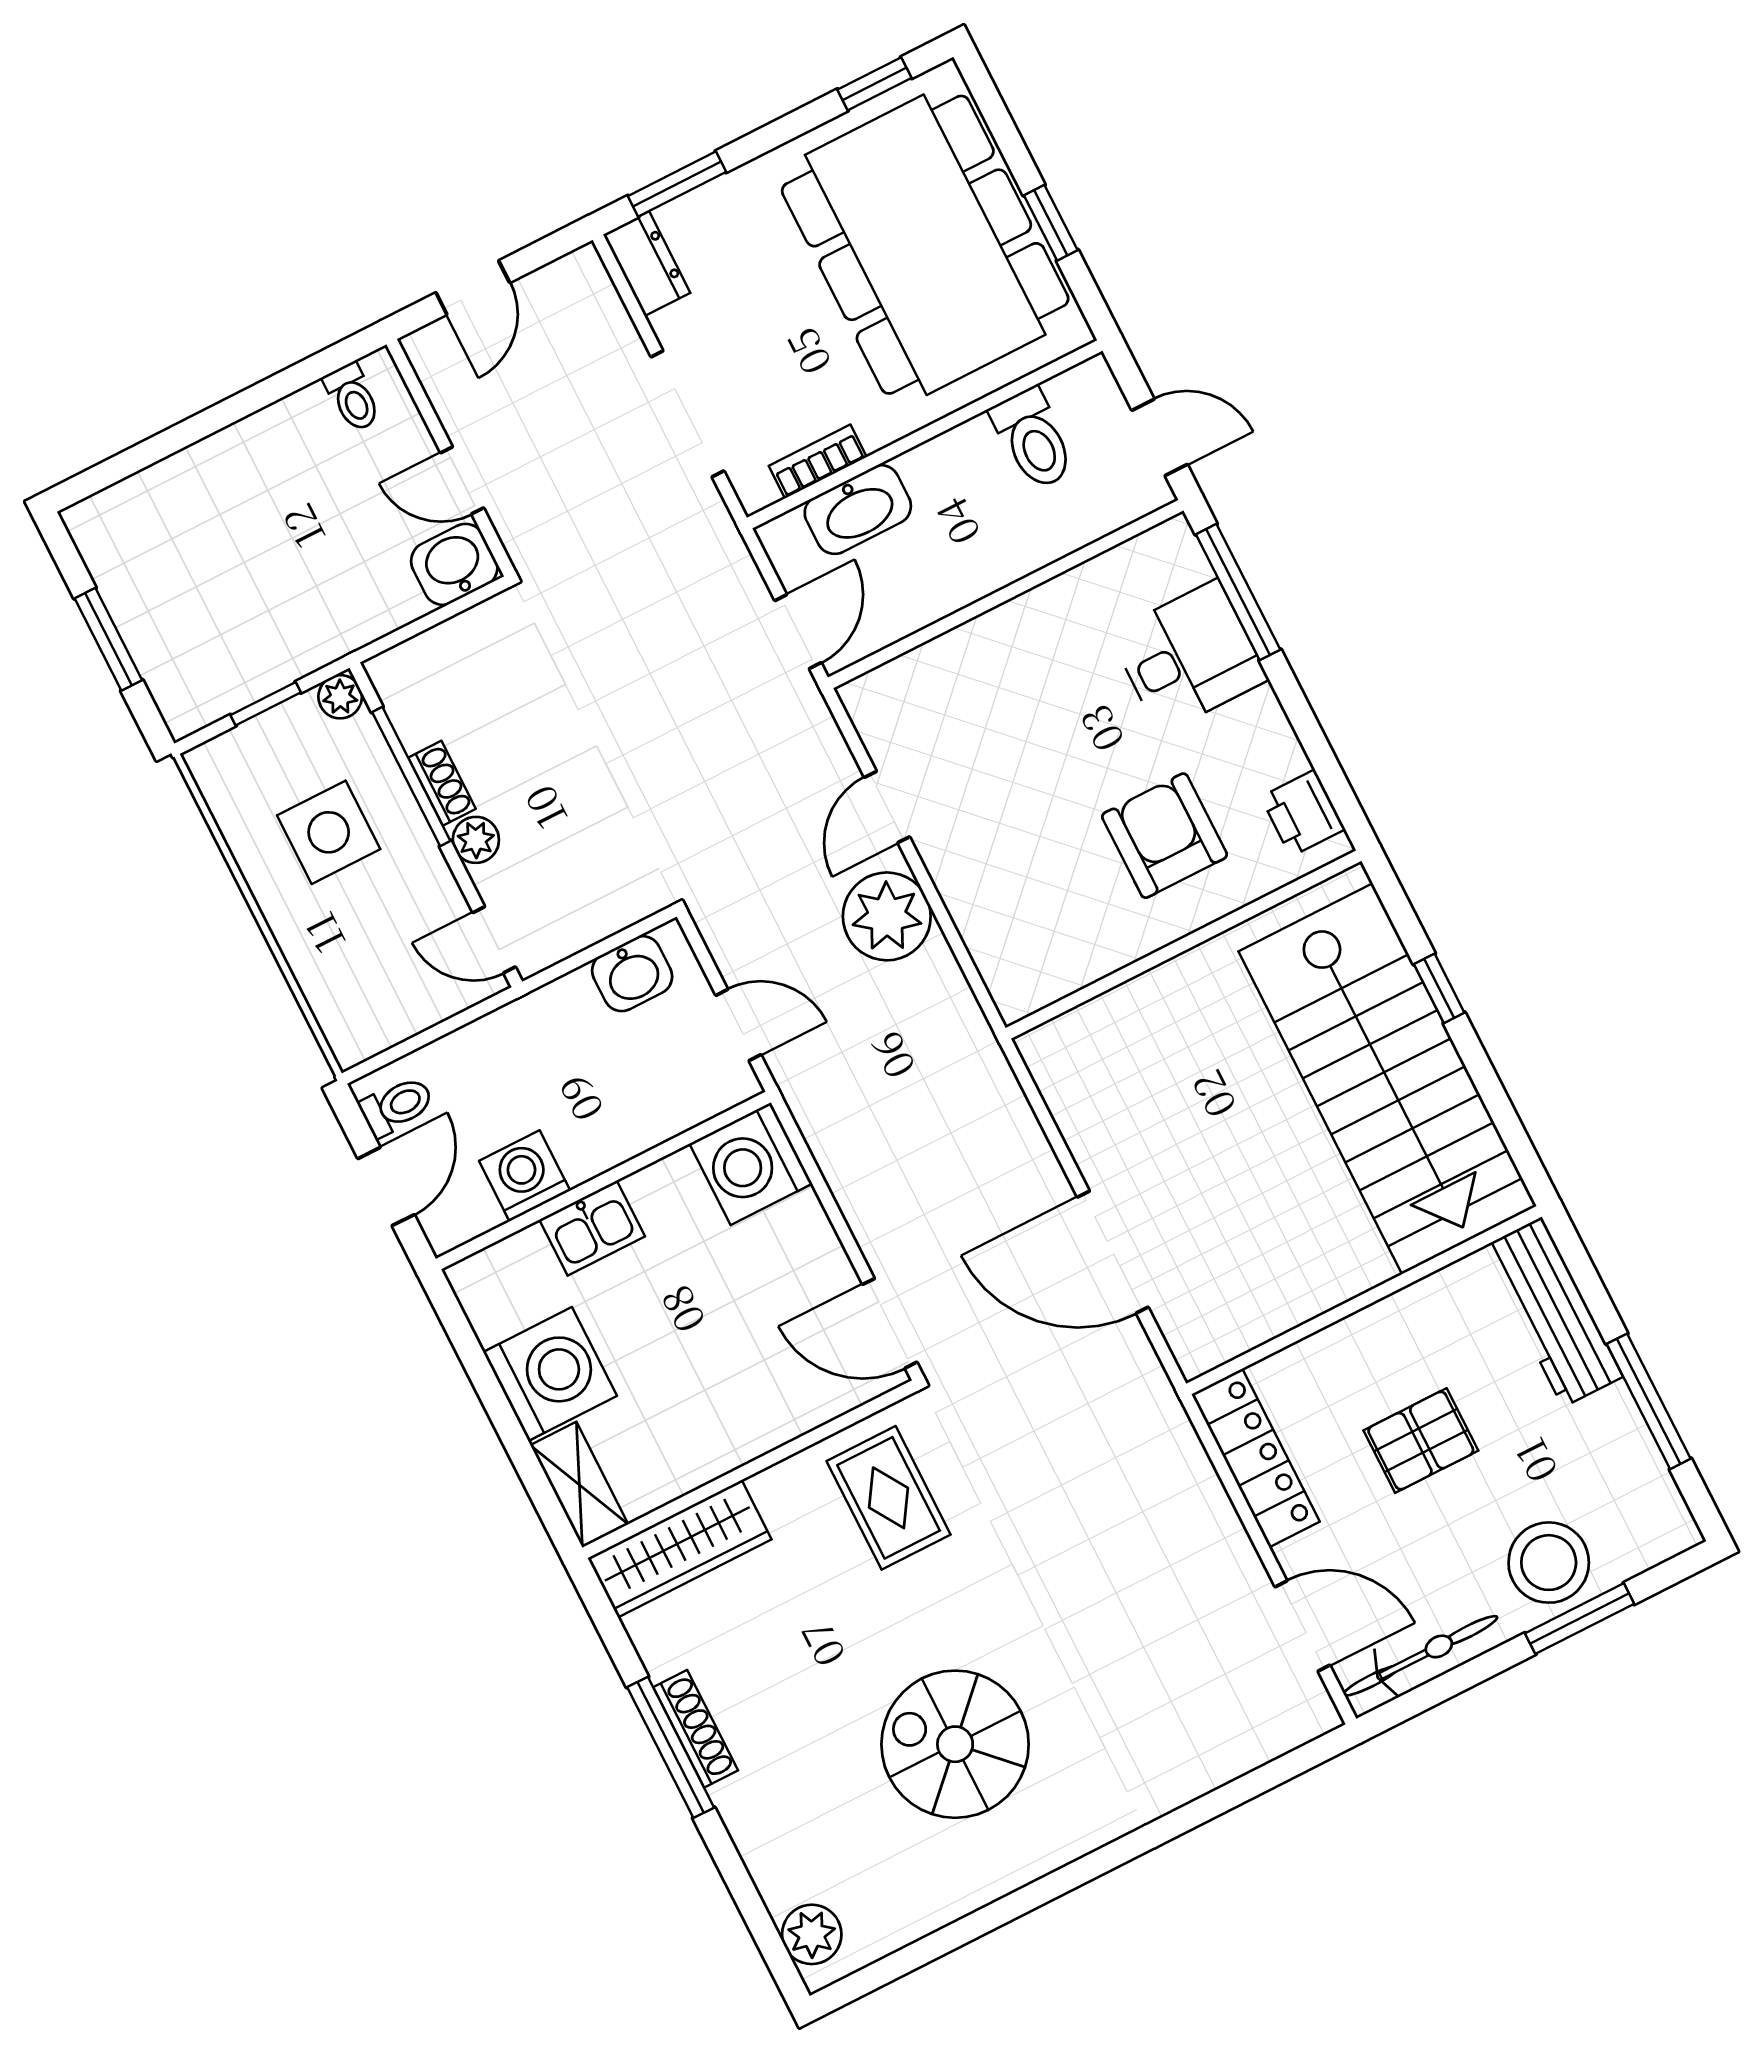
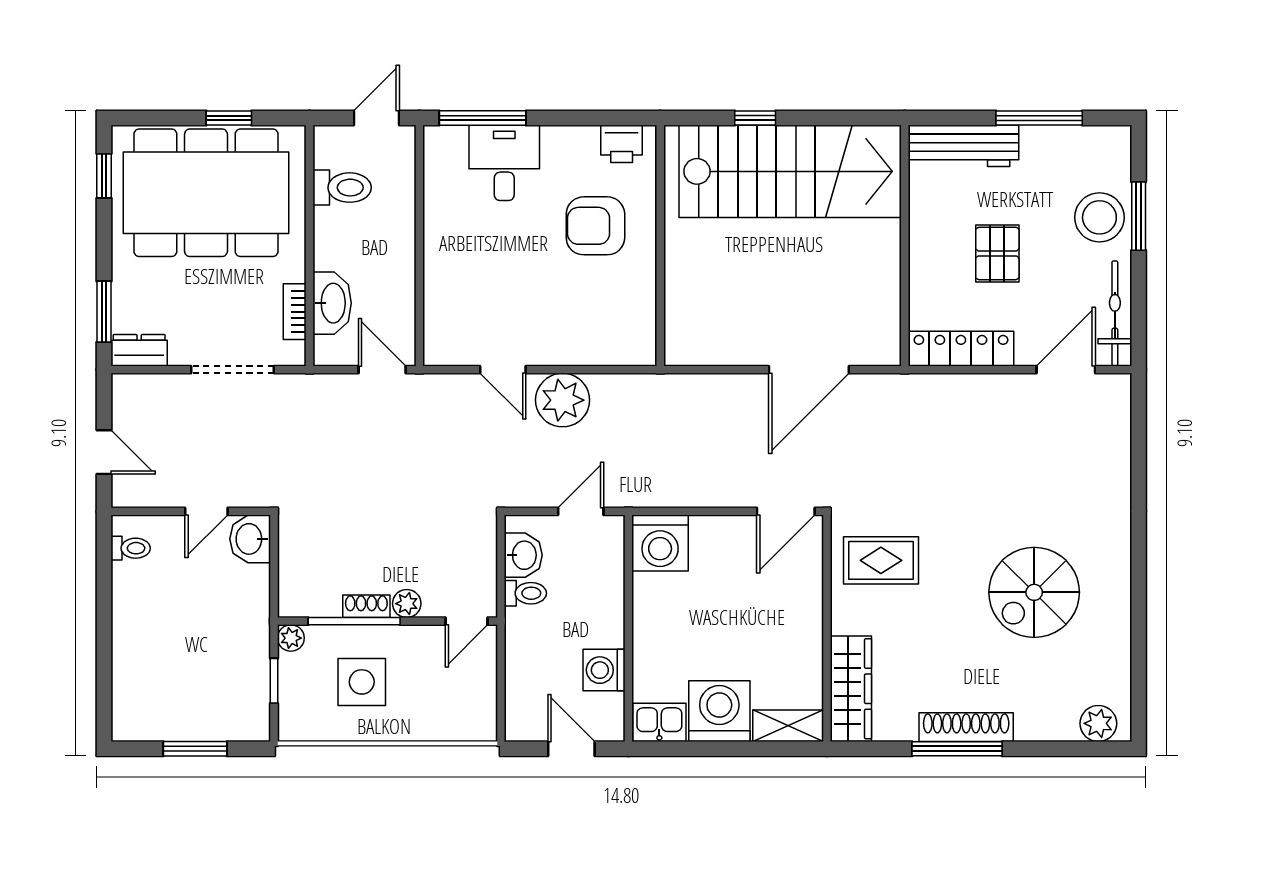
toilet: (397, 1106) -> (525, 593), moved, turned 90
kitchen sink: (592, 1228) -> (659, 722), moved, turned -90
shoe rack: (696, 1729) -> (966, 727), width x1.36, depth x1.24

